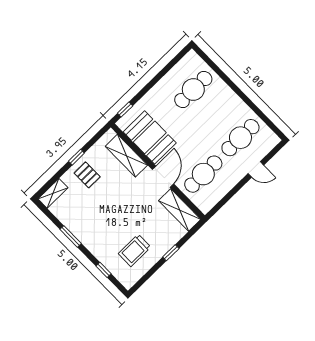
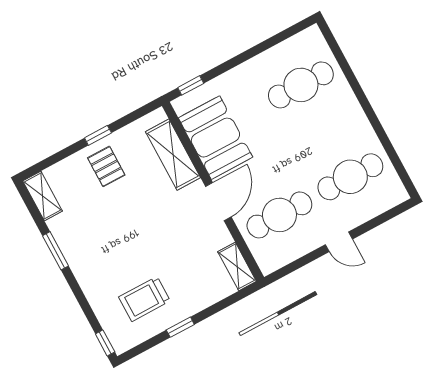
door: (256, 169) -> (339, 242), moved
shelving: (53, 193) -> (43, 196), moved, turned 90
shelving: (180, 210) -> (237, 266), width x0.67, depth x0.75
window: (171, 253) -> (180, 327), moved
window: (103, 270) -> (105, 343), moved

